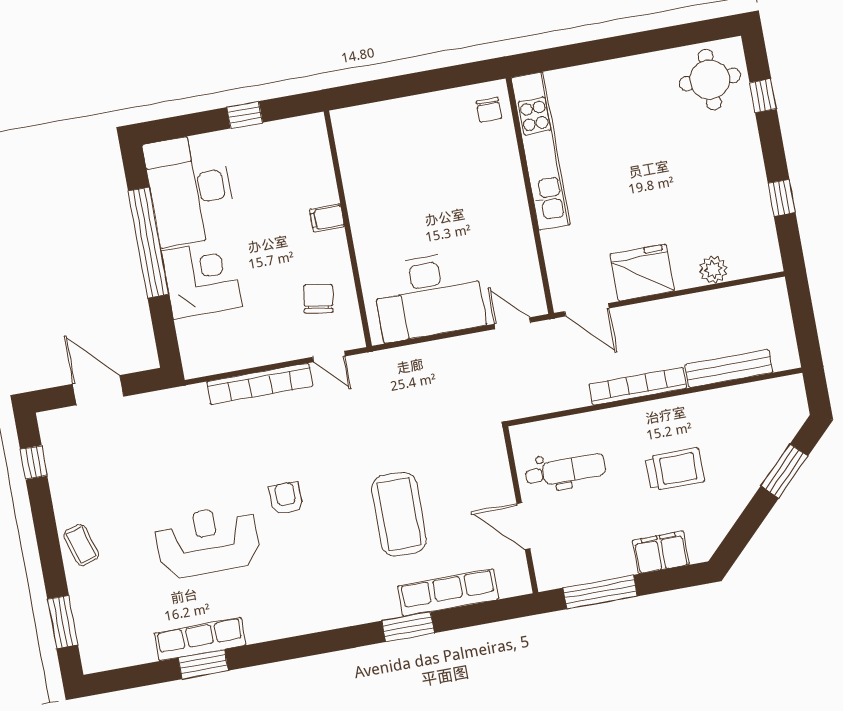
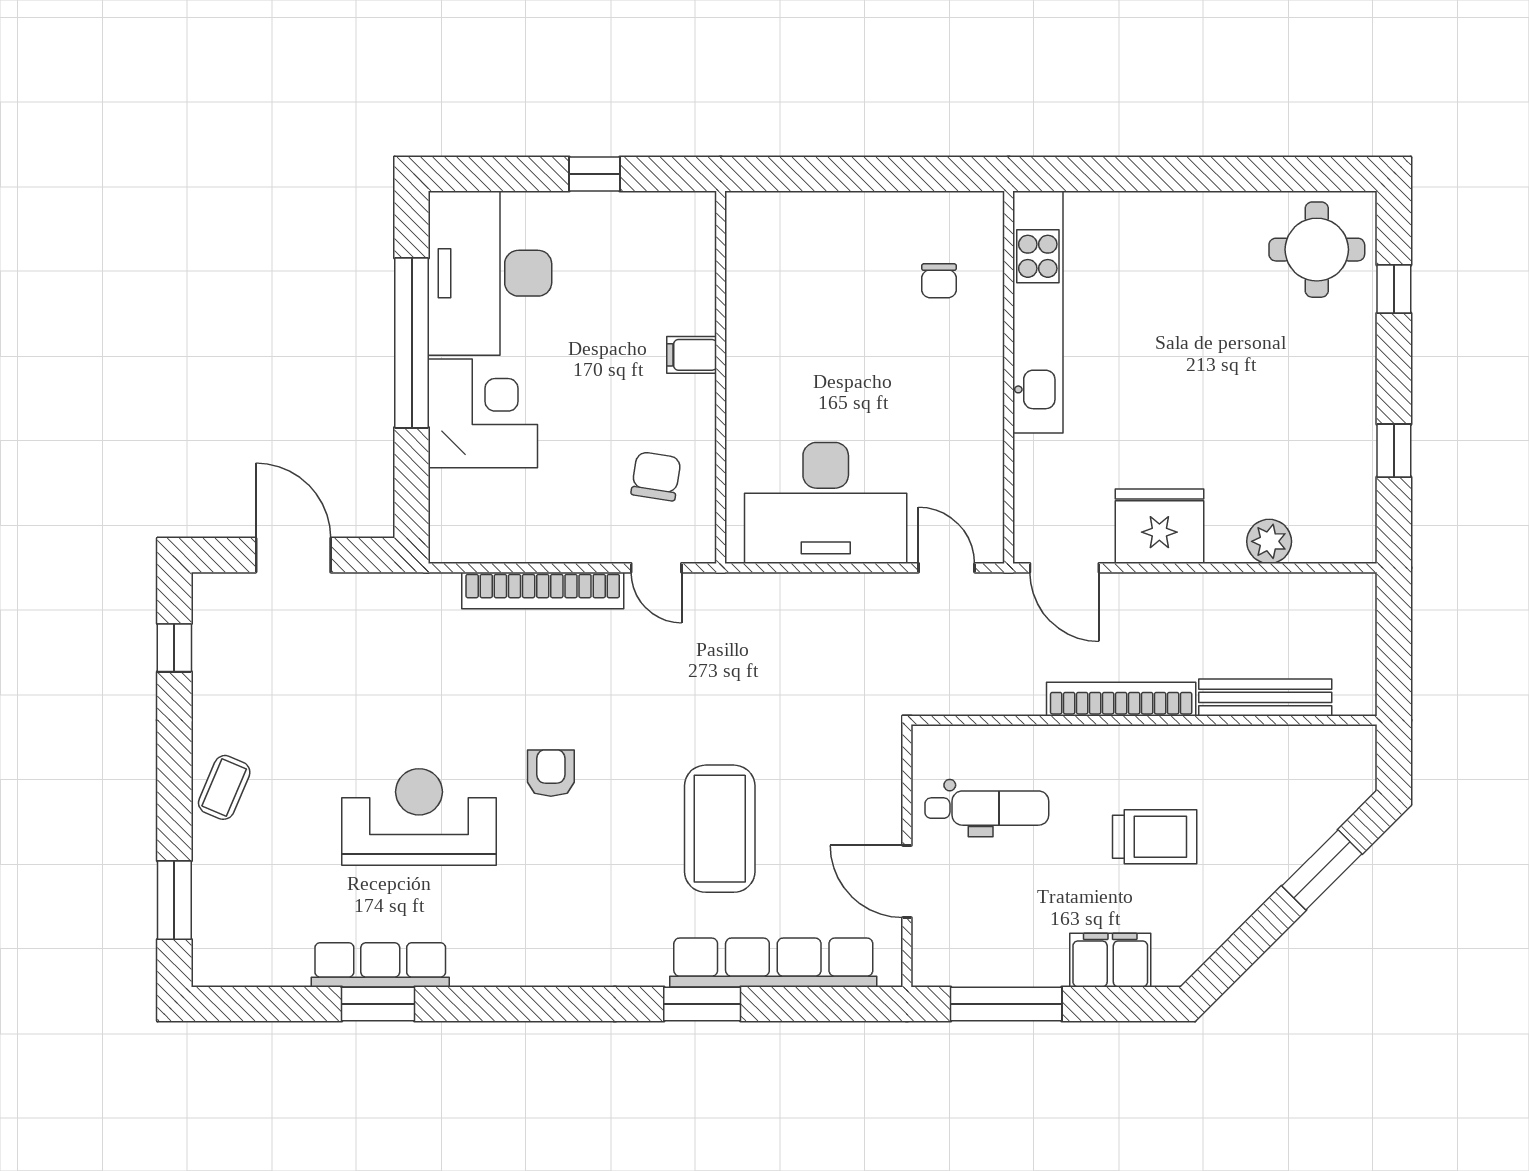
chair: (489, 110) -> (939, 281), moved
coffee table: (81, 545) -> (224, 787), turned 40
row of seats: (448, 593) -> (773, 962), width x1.36

